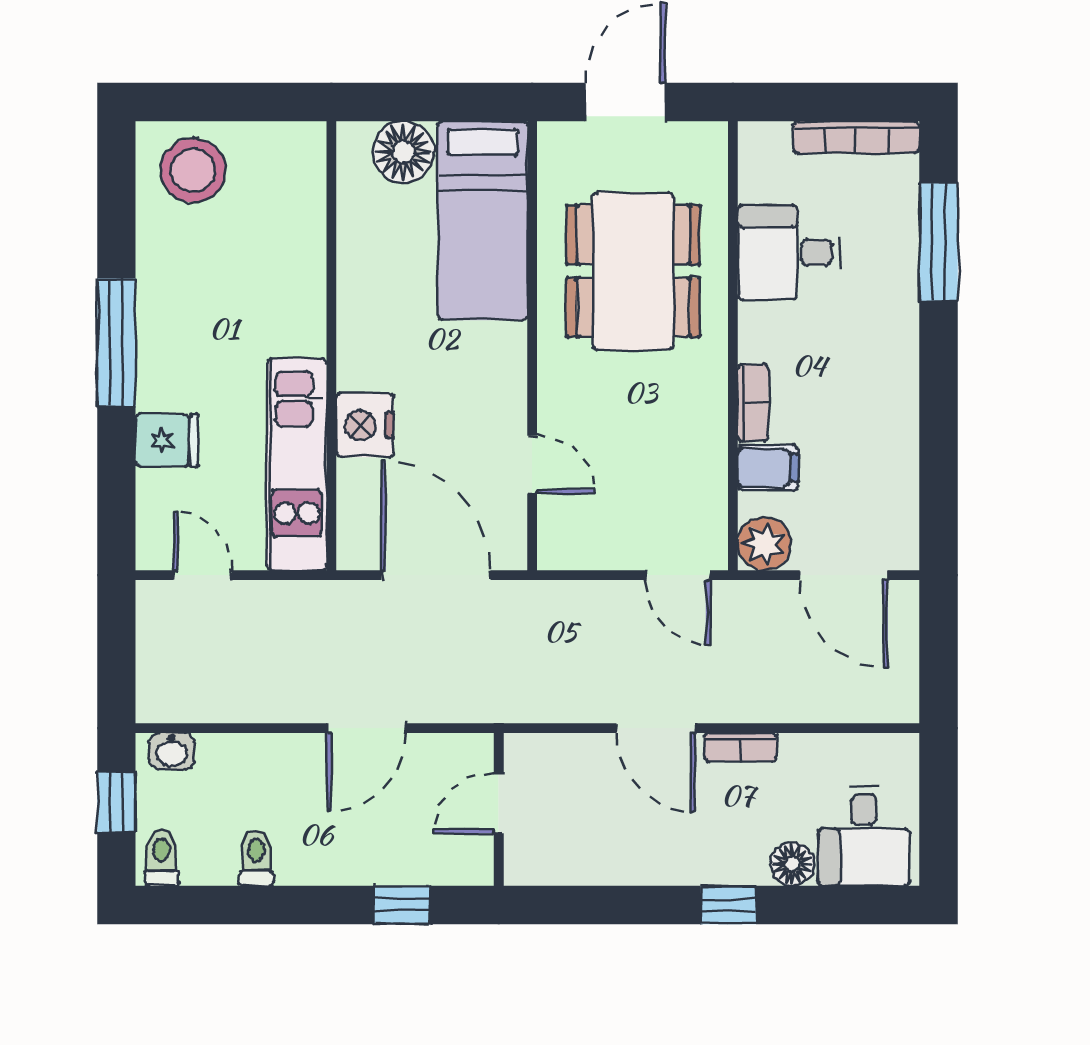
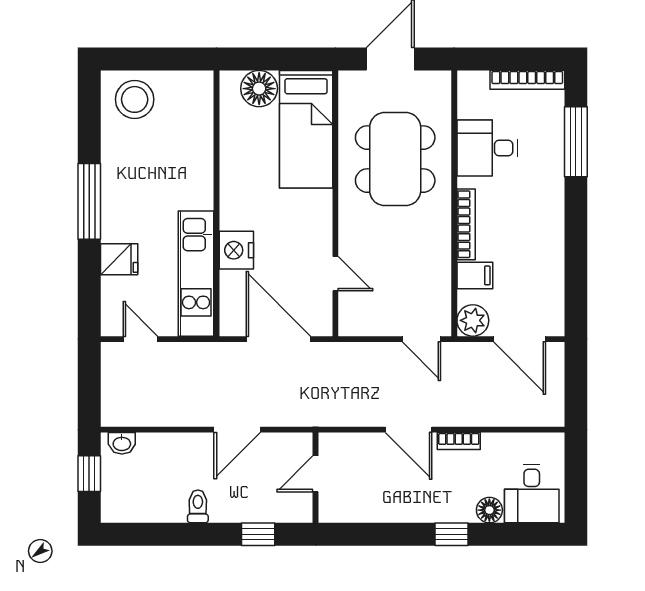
bookcase: (753, 403) -> (466, 224), width x1.56
toilet: (162, 858) -> (116, 506), removed
toilet: (256, 858) -> (198, 506), moved

